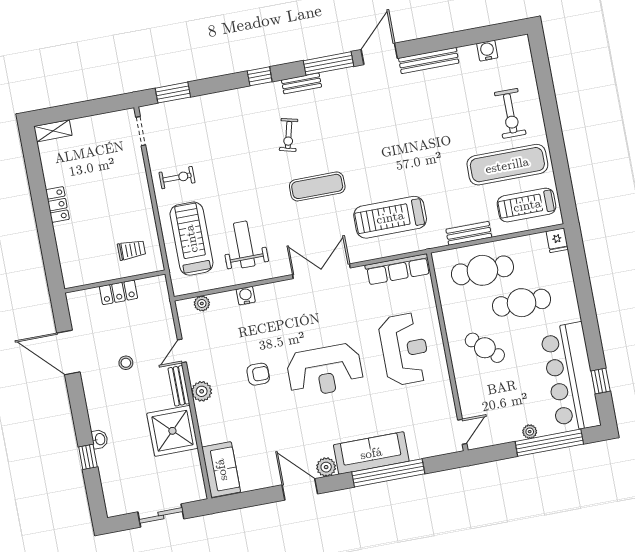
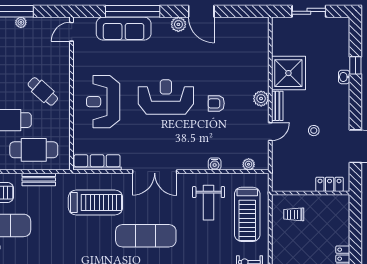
exercise mat: (317, 186) -> (146, 236), width x1.36, depth x1.45
locker: (118, 292) -> (330, 184), moved
sofa: (371, 453) -> (124, 29), moved
sofa: (221, 470) -> (257, 37), removed

